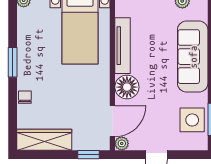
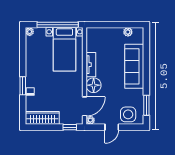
tv unit: (123, 46) -> (91, 65), width x0.71
window: (13, 62) -> (23, 86), moved
side table: (192, 120) -> (128, 114), moved

